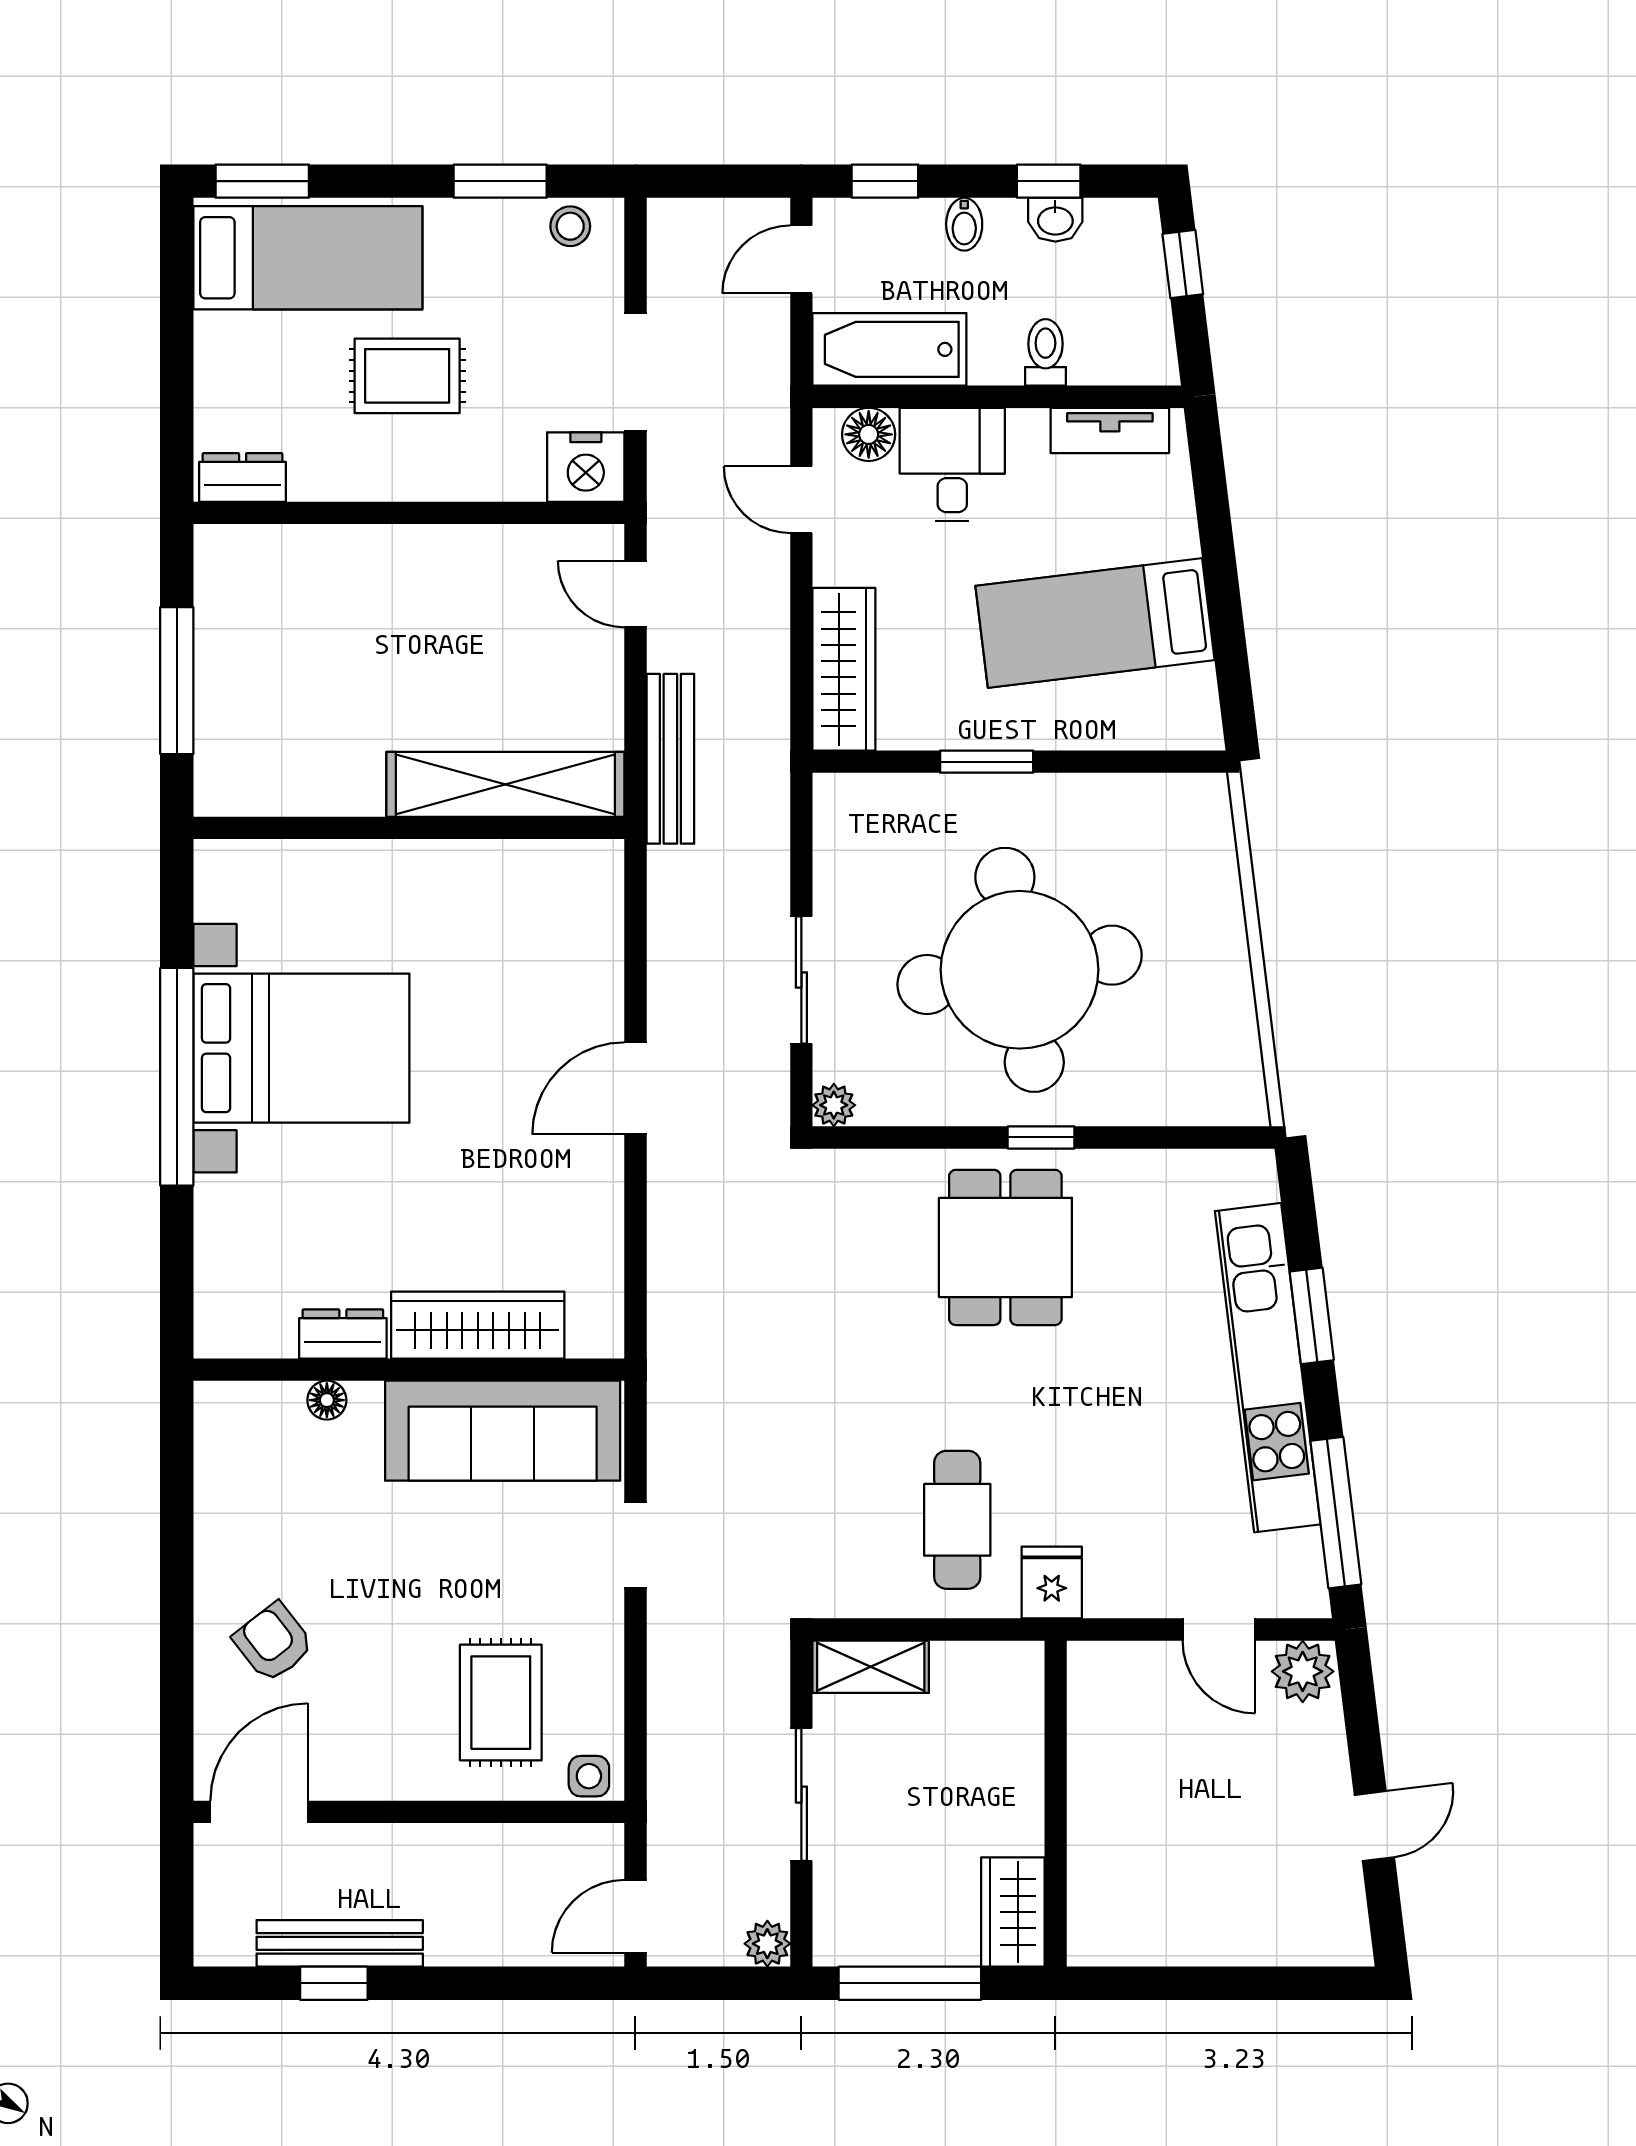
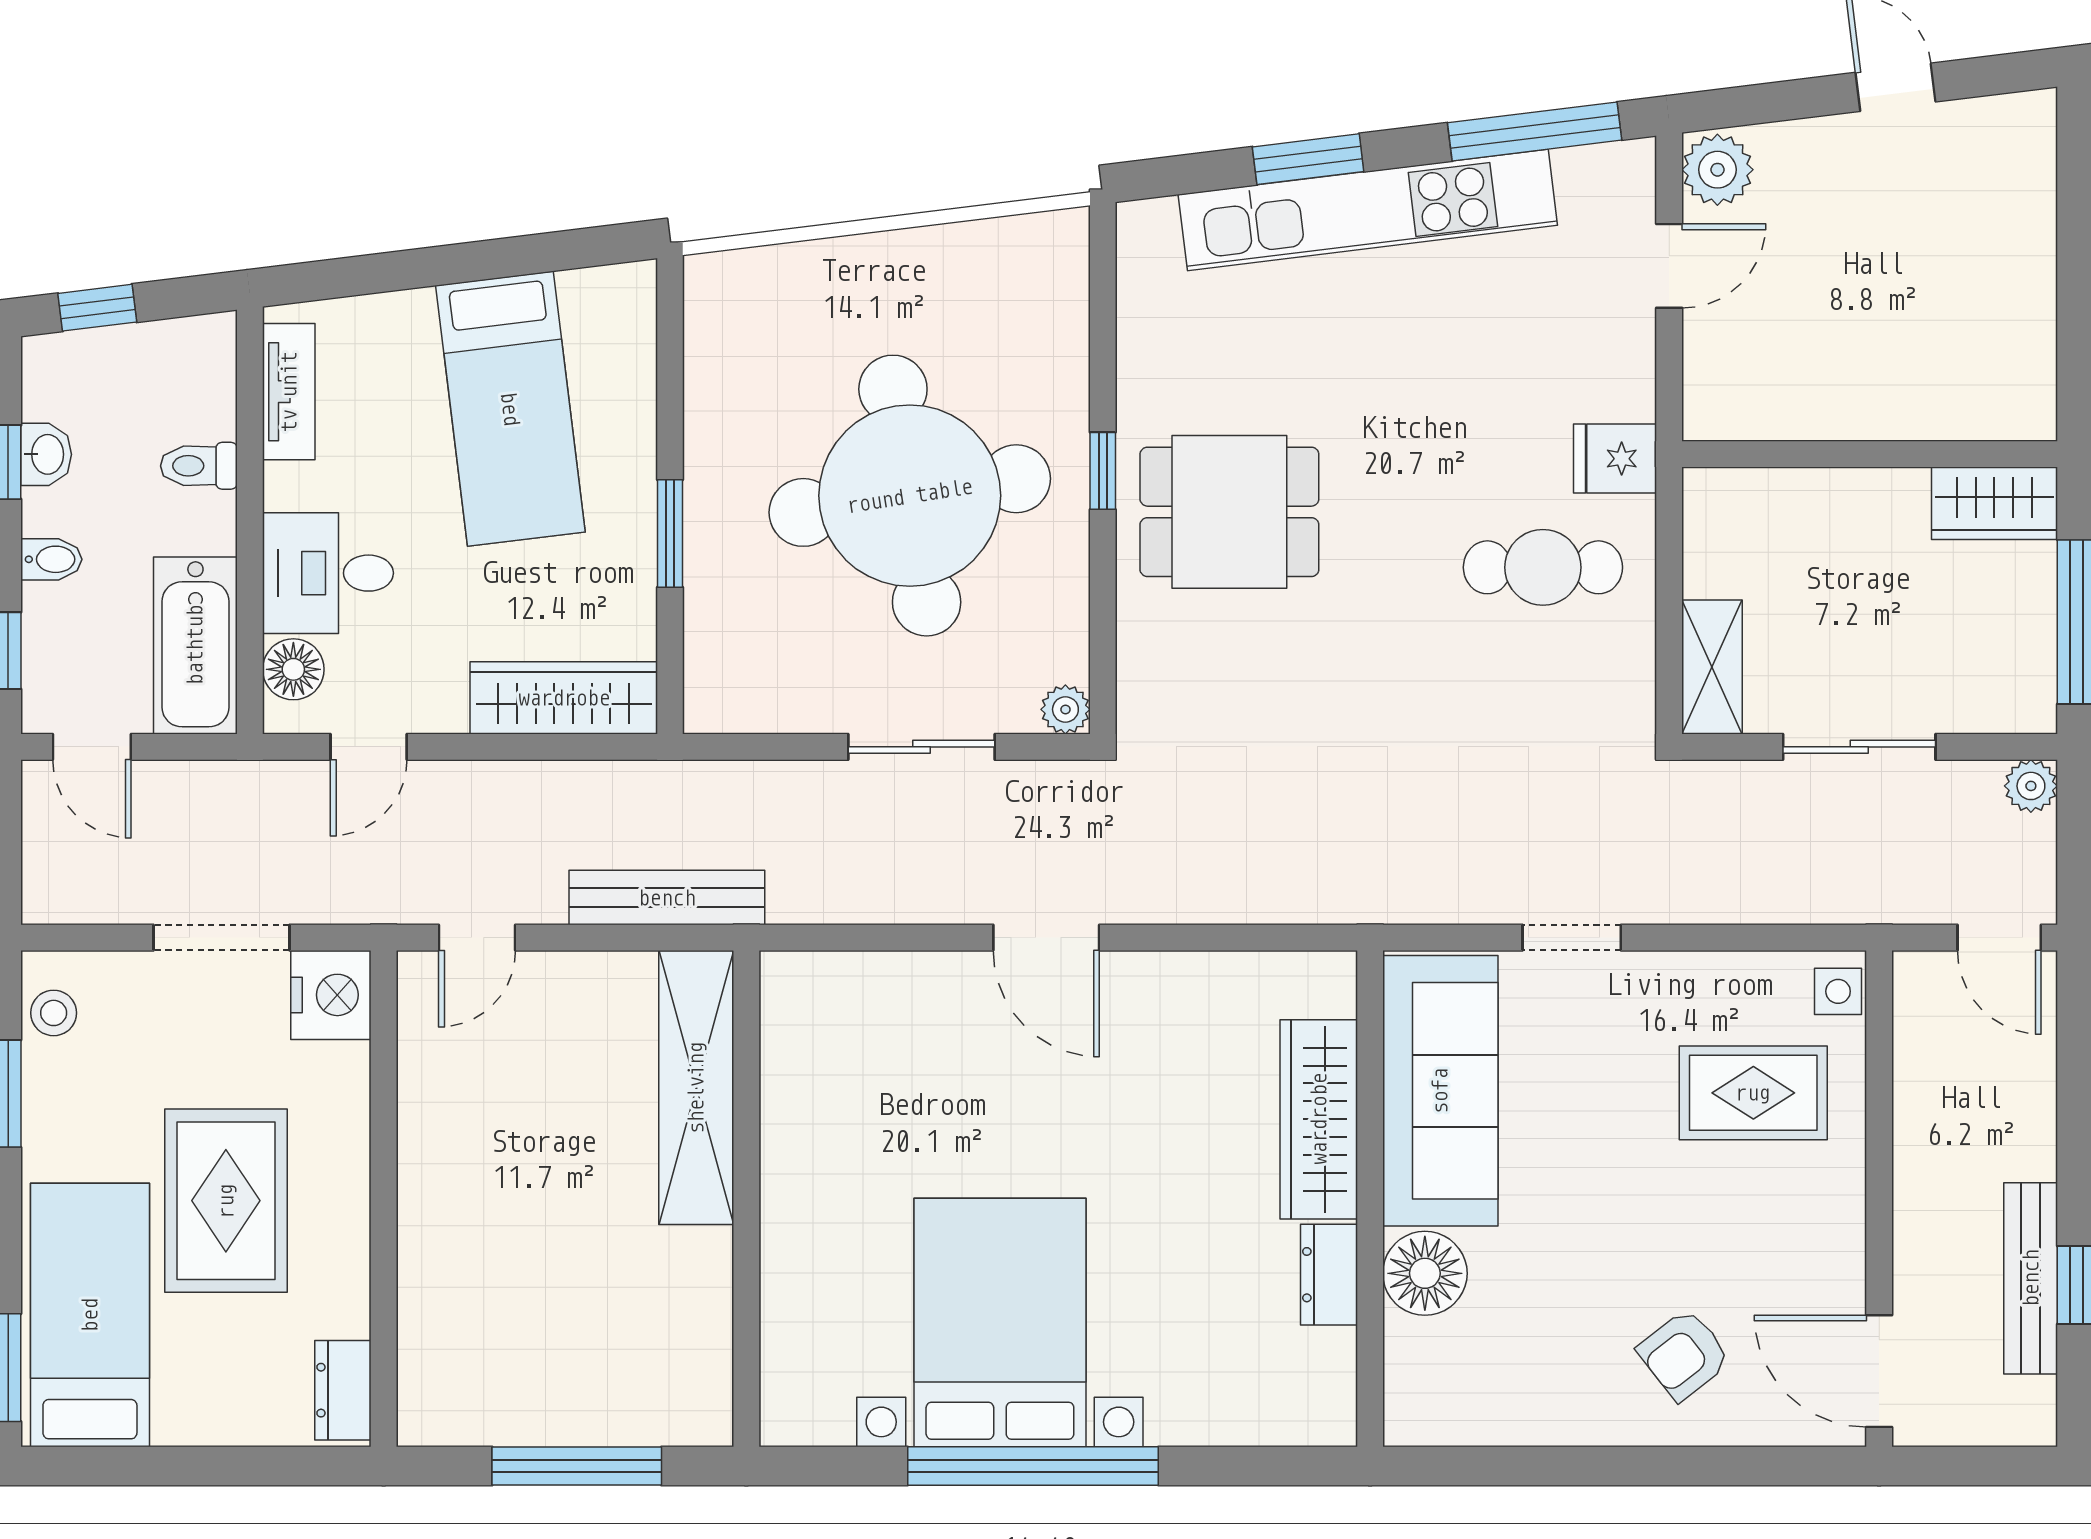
rug: (407, 376) -> (226, 1201), width x1.36, depth x1.43
floor lamp: (327, 1400) -> (1425, 1273), width x1.89, depth x1.89

